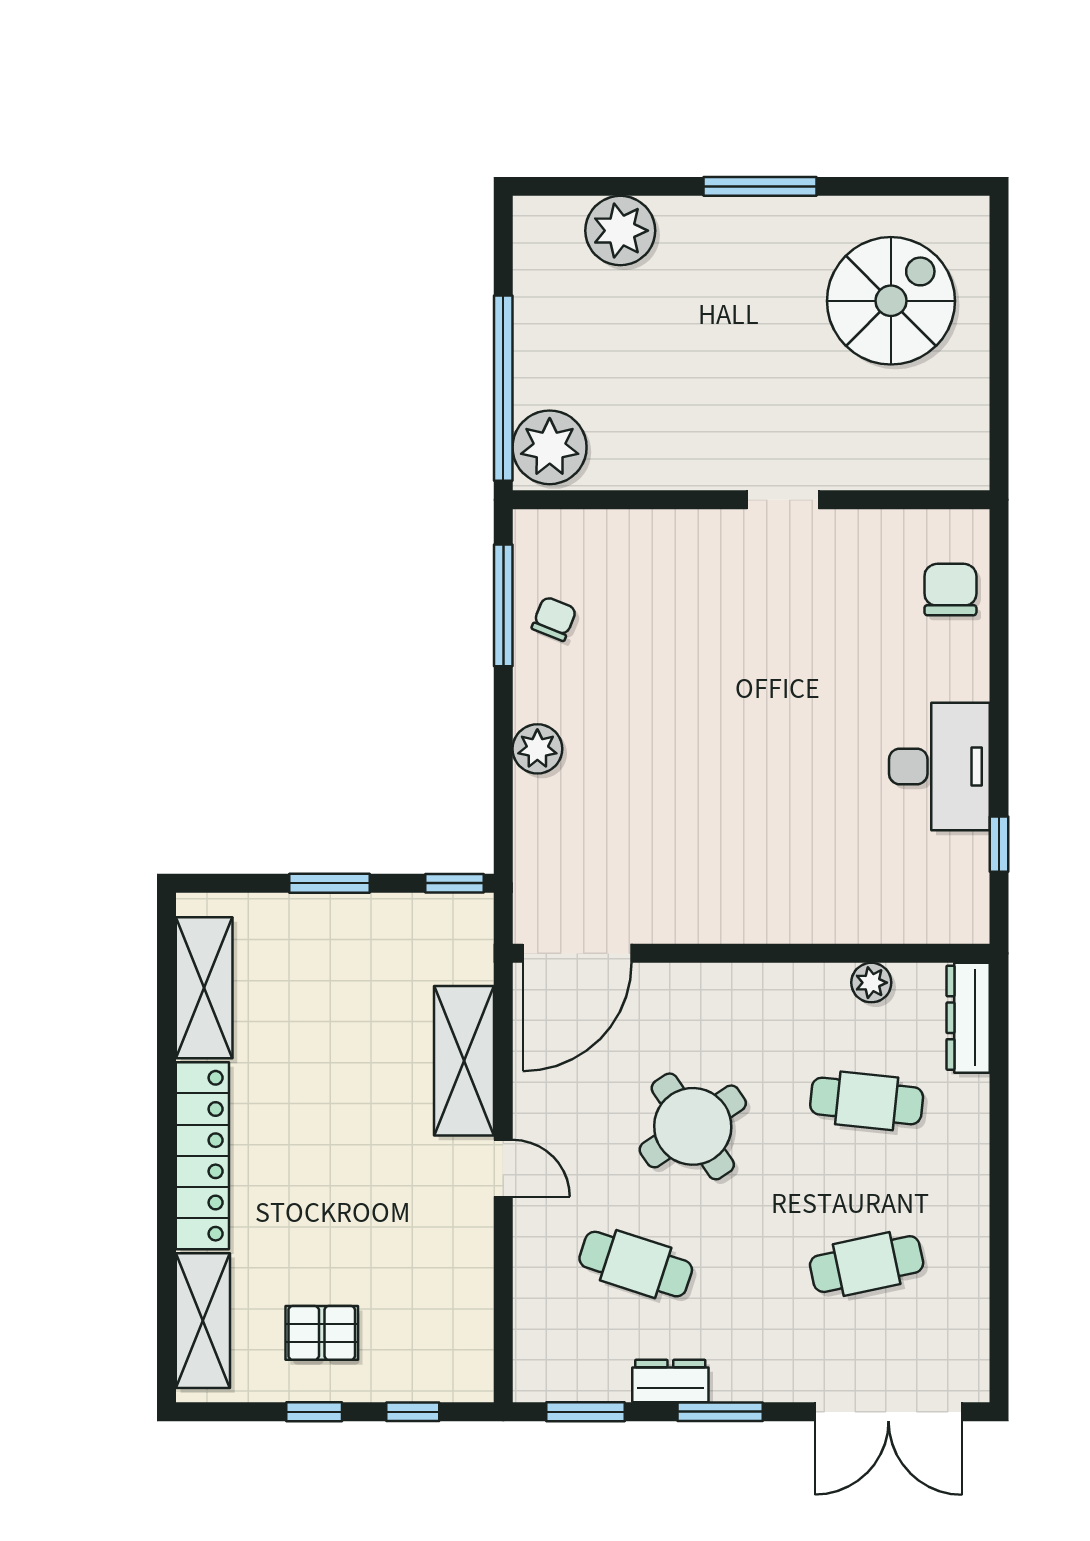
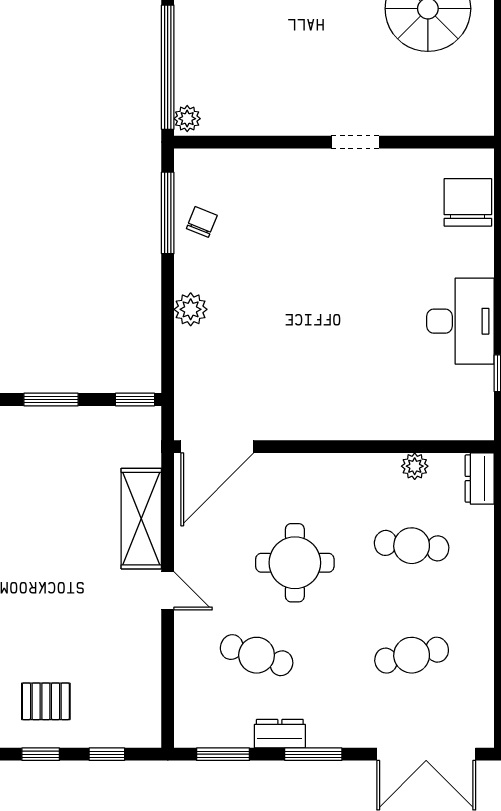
plant: (550, 447) -> (187, 119), width x0.53, depth x0.53
chair: (950, 590) -> (468, 202), width x1.37, depth x1.37
dresser: (968, 1018) -> (480, 479), width x0.70
round table: (693, 1126) -> (295, 563), turned 34

